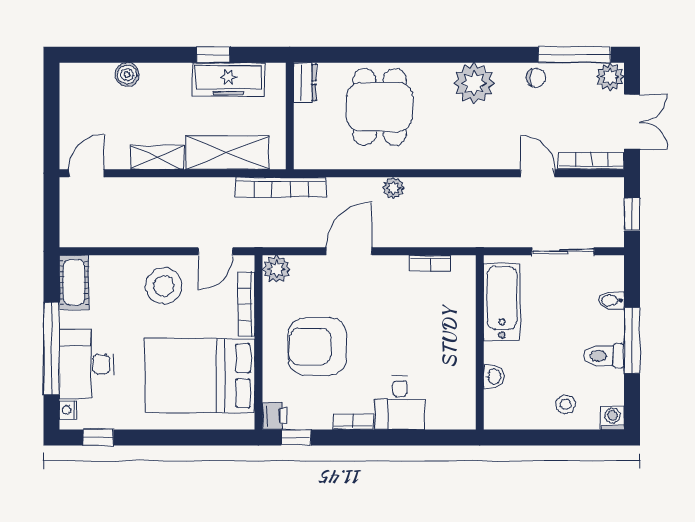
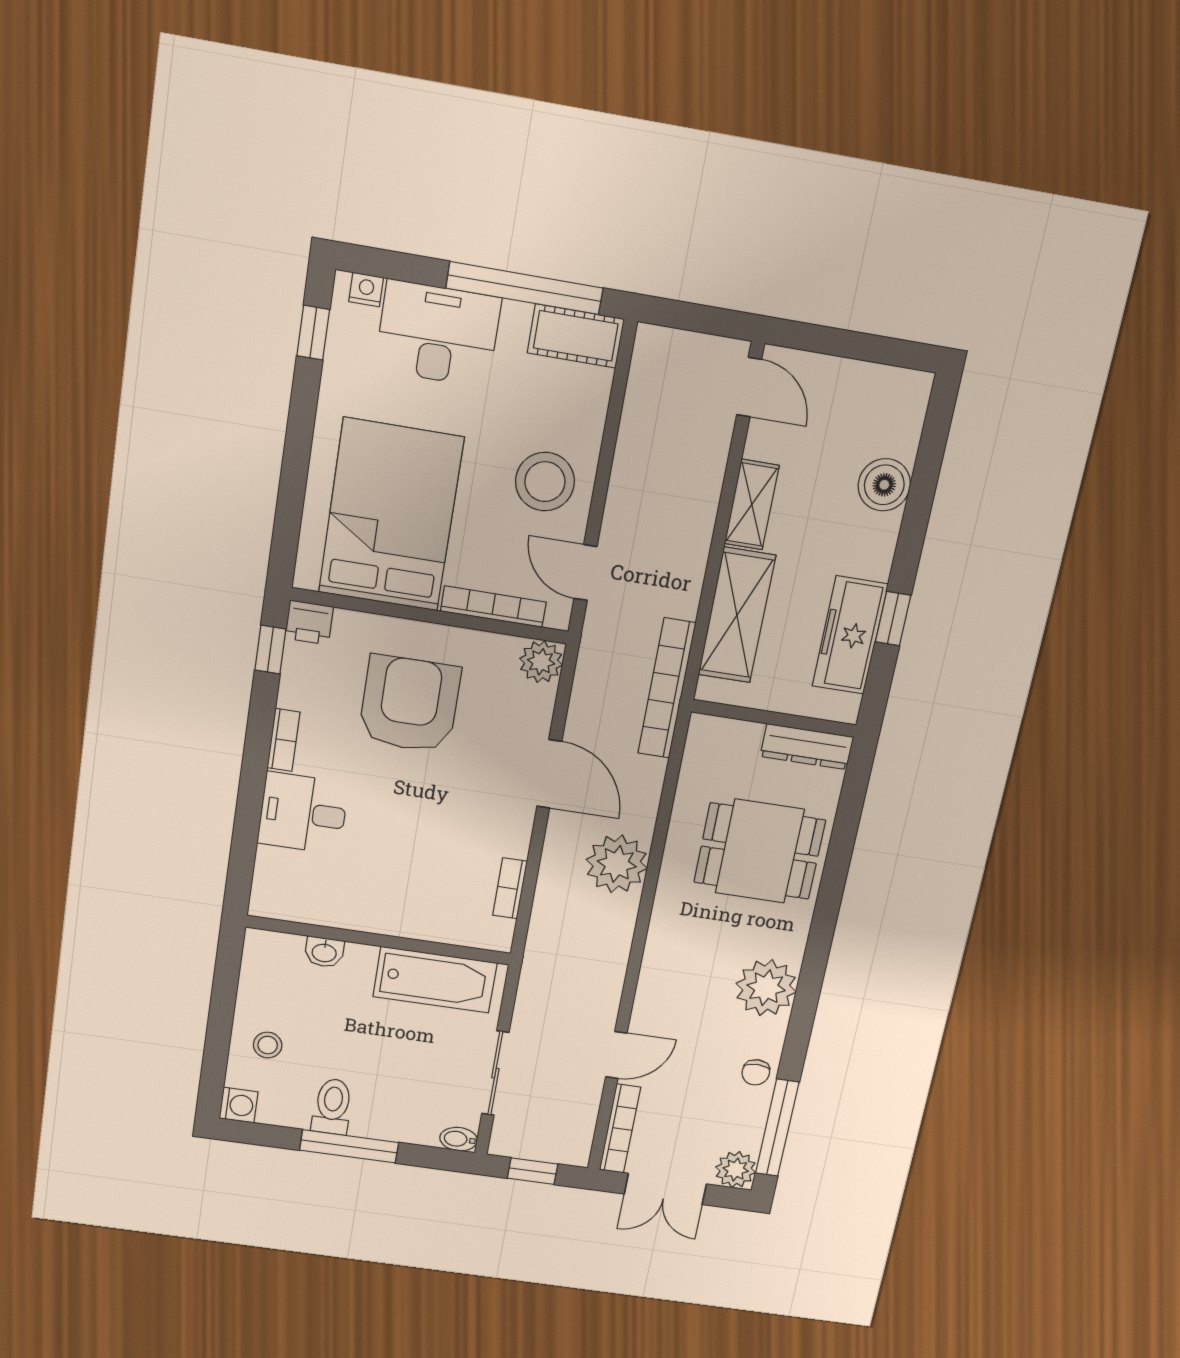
boiler: (127, 74) -> (884, 485), width x1.36, depth x1.36
dresser: (305, 82) -> (807, 747), width x1.44
plant: (393, 188) -> (617, 864), width x1.88, depth x1.88
bidet: (611, 300) -> (459, 1139), moved, turned -90
window: (51, 349) -> (525, 288), moved

